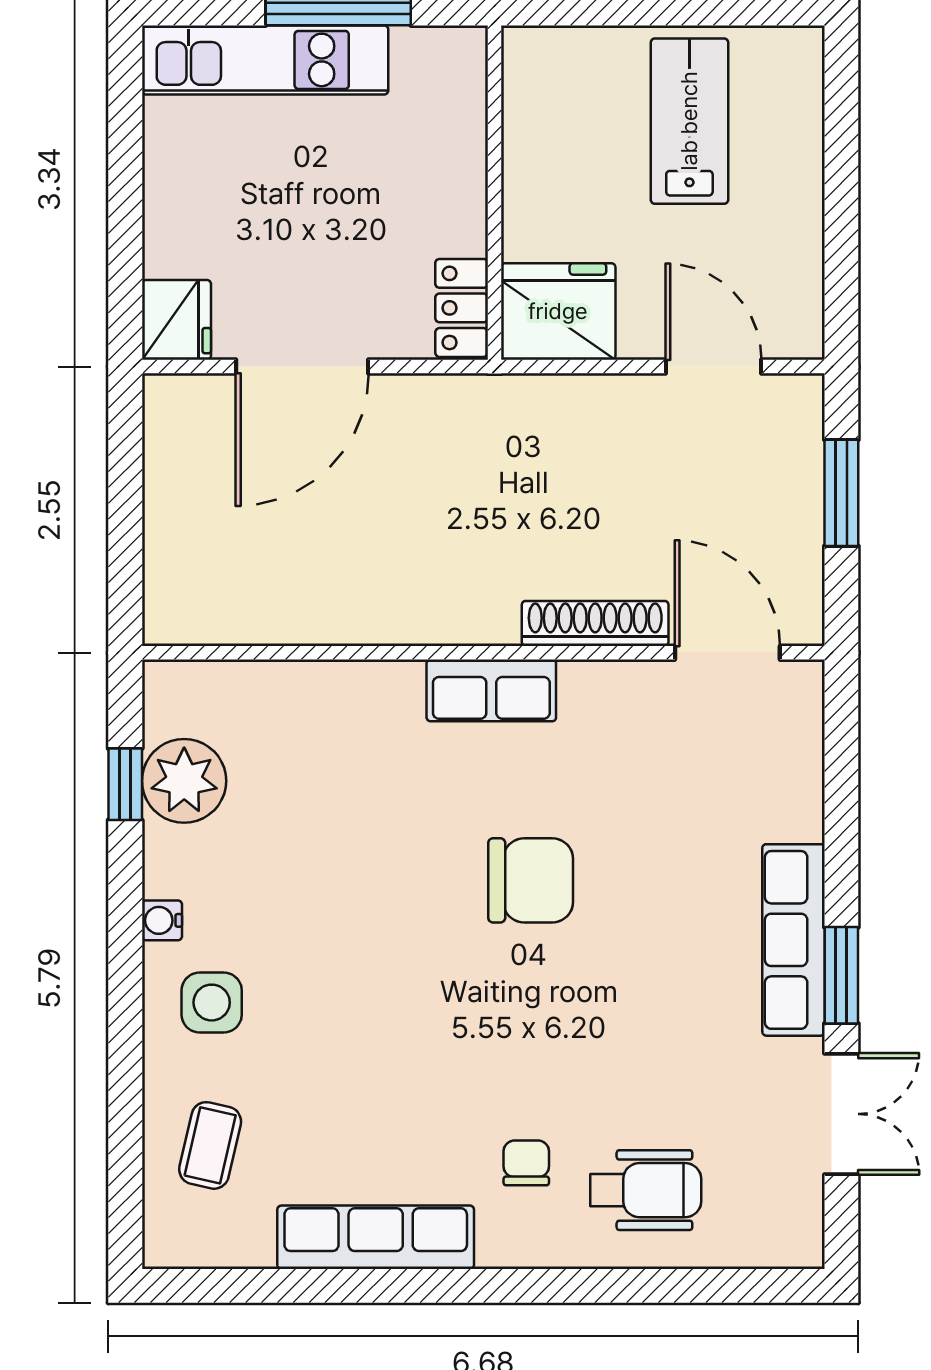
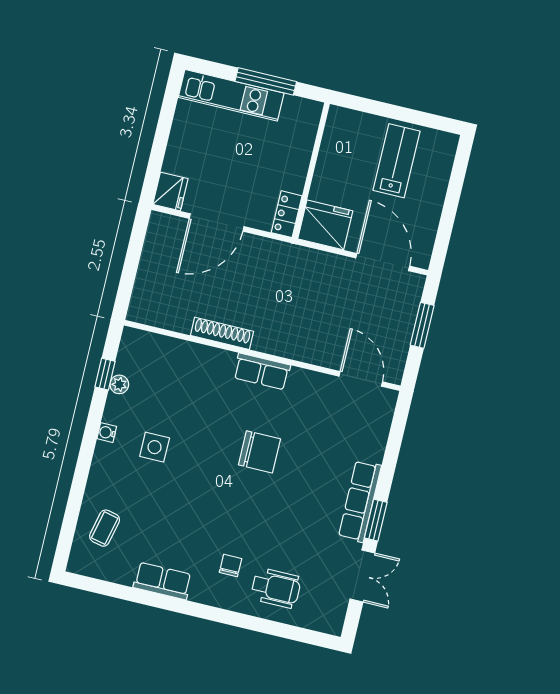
door: (713, 367) -> (383, 262), width x1.36
shoe rack: (595, 623) -> (222, 333), moved
plant: (184, 781) -> (119, 384), width x0.53, depth x0.53
side table: (212, 1003) -> (155, 447), moved
row of seats: (376, 1237) -> (163, 581), width x0.68

